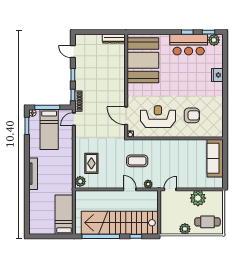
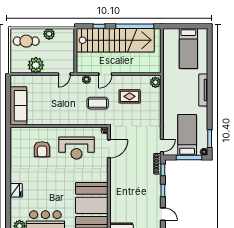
armchair: (192, 115) -> (42, 149), turned -90
door: (126, 116) -> (109, 149), hinge flipped
rug: (91, 163) -> (130, 96), moved, turned 90
door: (130, 189) -> (105, 74), hinge flipped
bed: (64, 215) -> (188, 48), moved

